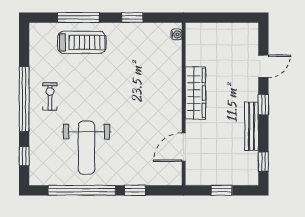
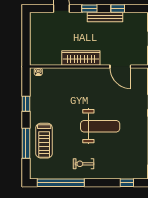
treadmill: (82, 42) -> (44, 141), turned 180
window: (24, 99) -> (61, 183), moved
weight bench: (86, 148) -> (100, 126), moved
window: (263, 162) -> (118, 8), moved

